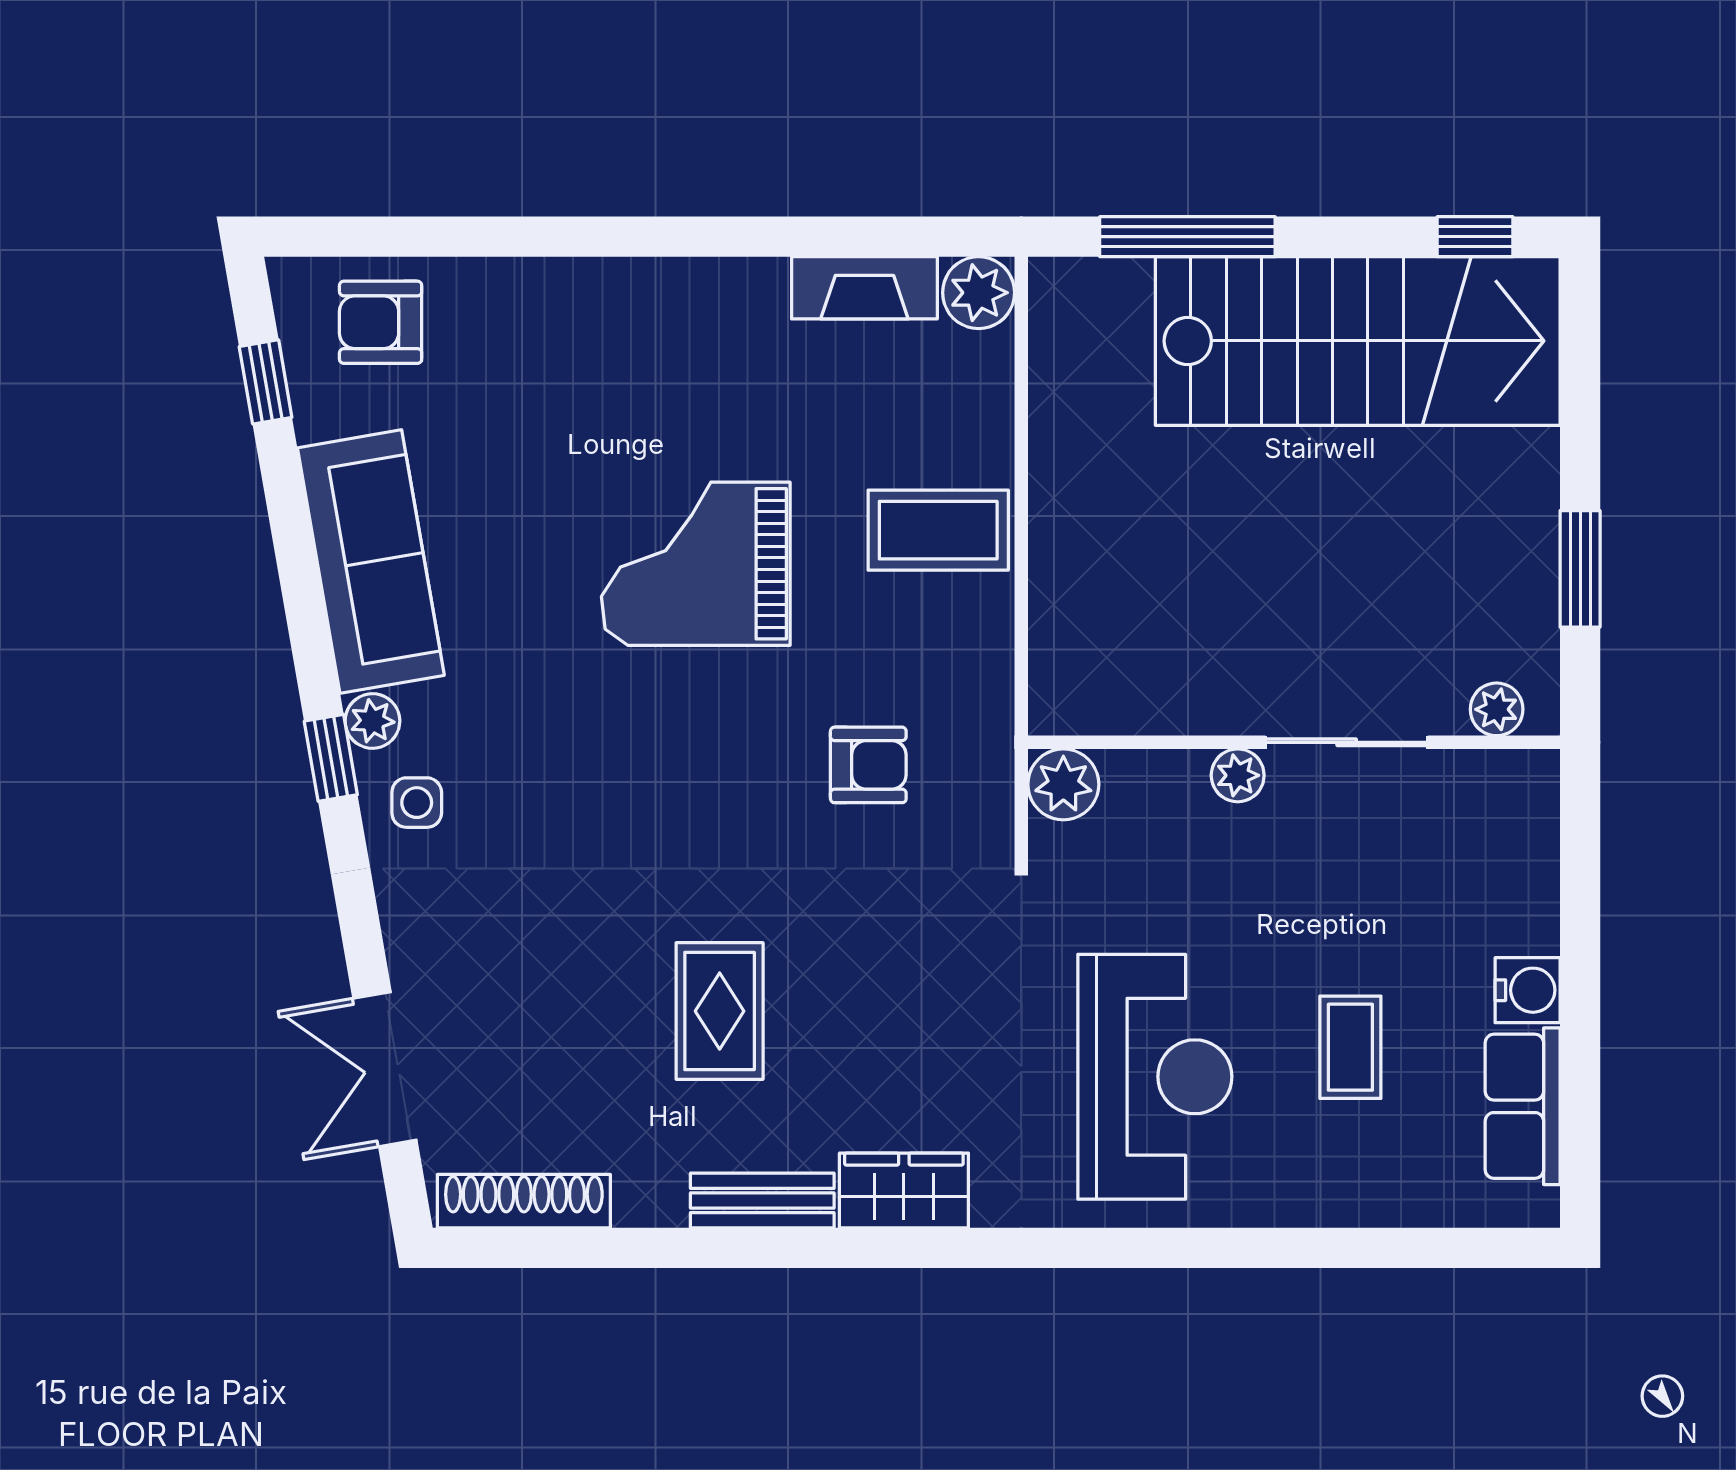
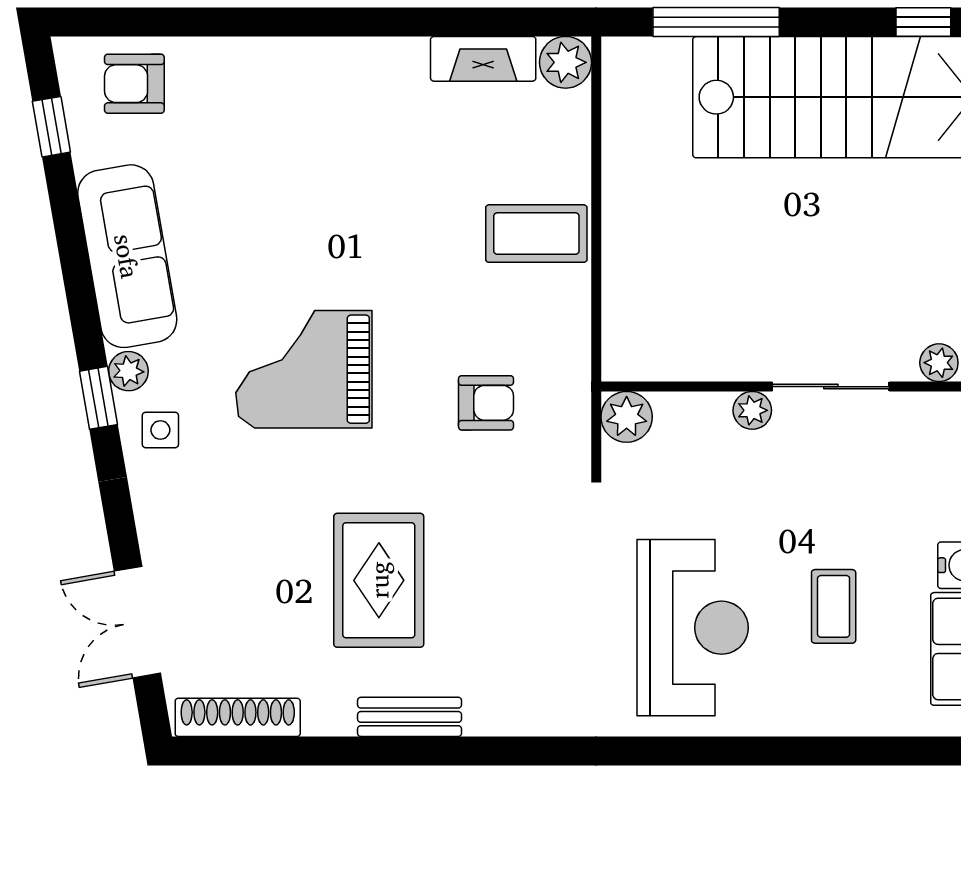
grand piano: (696, 564) -> (304, 369), moved
rug: (720, 1011) -> (379, 580), width x1.36, depth x1.43
wardrobe: (904, 1191) -> (512, 710), removed

